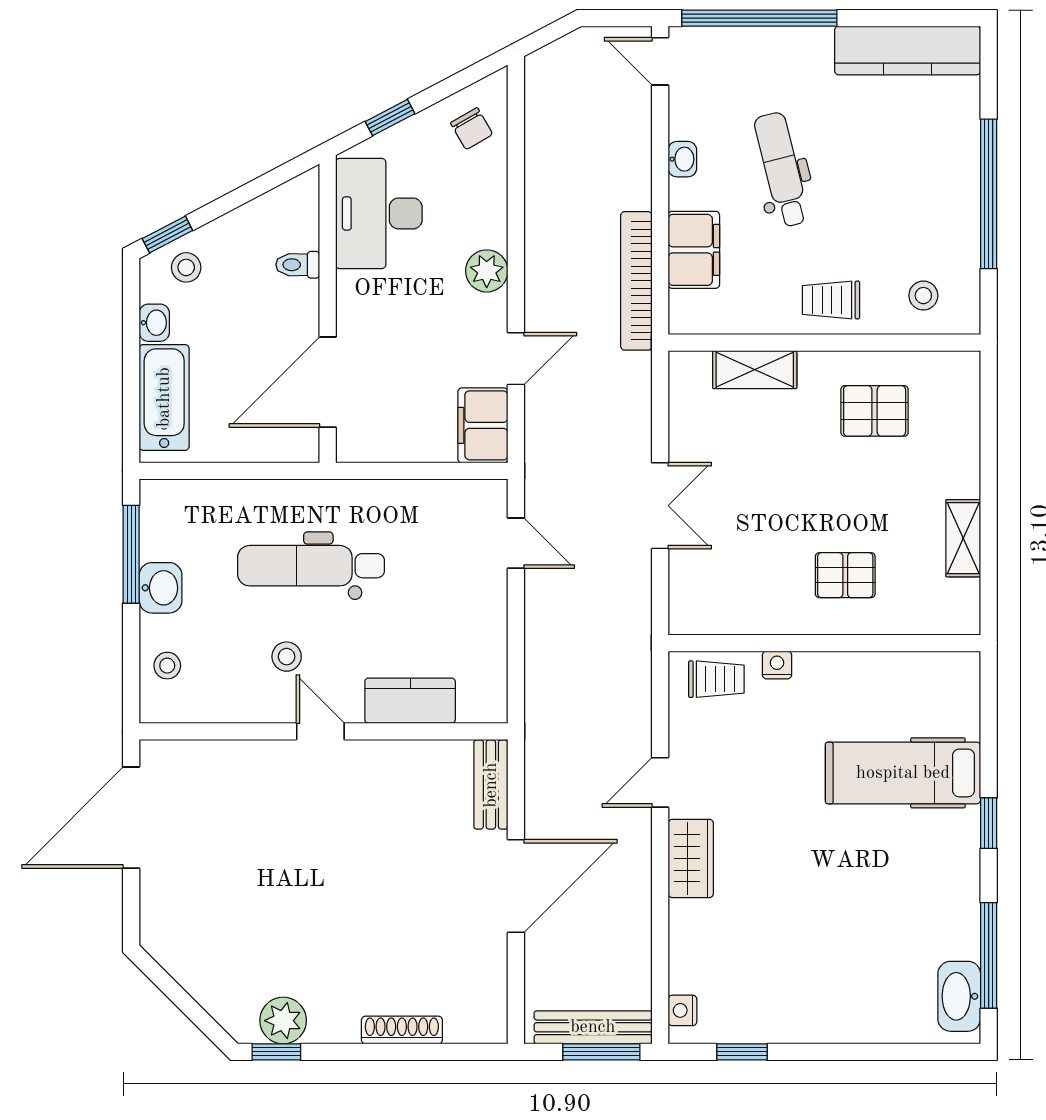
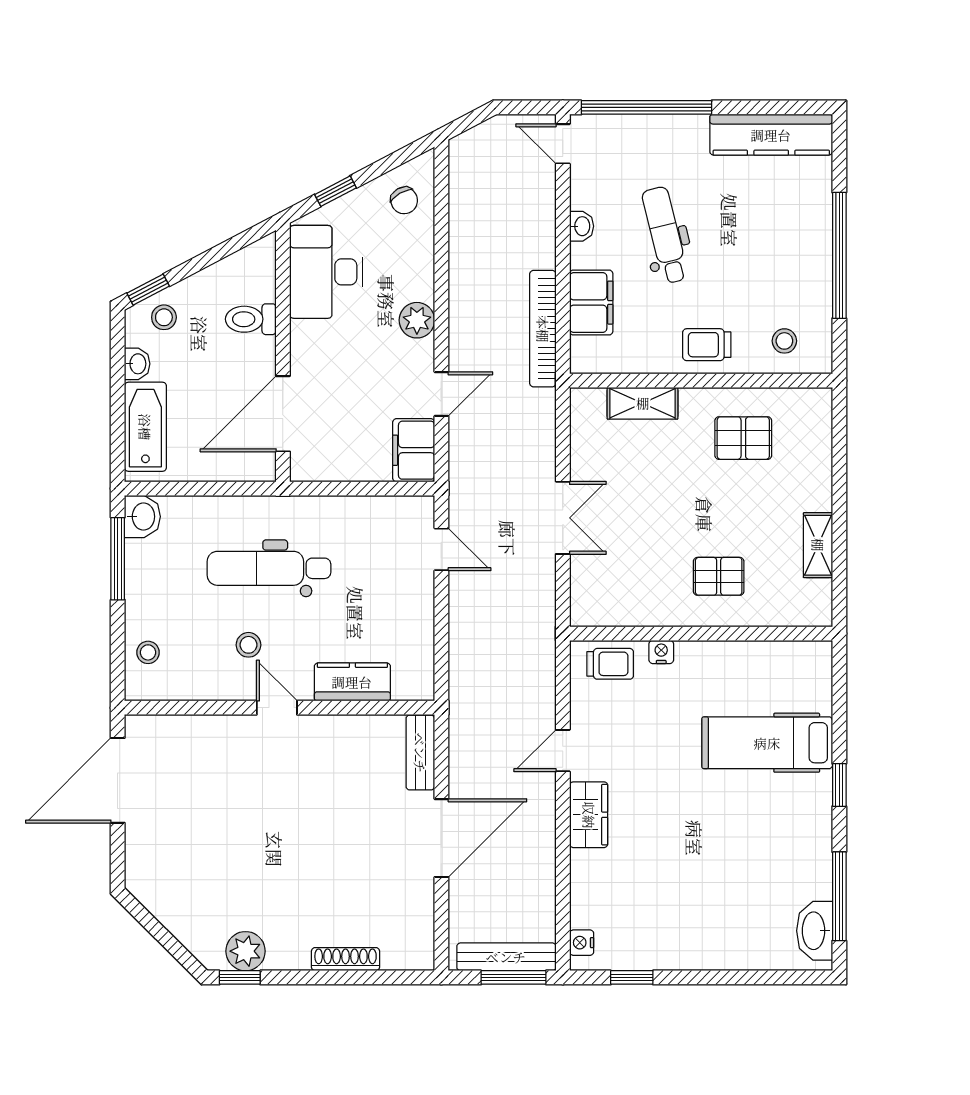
toilet: (298, 265) -> (251, 319), width x1.37, depth x1.39
washbasin: (161, 588) -> (142, 517), moved

